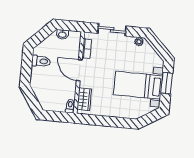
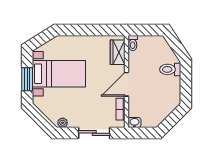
washbasin: (62, 34) -> (134, 123), moved
toilet: (41, 61) -> (170, 69), moved
door: (79, 70) -> (126, 84), swing flipped

